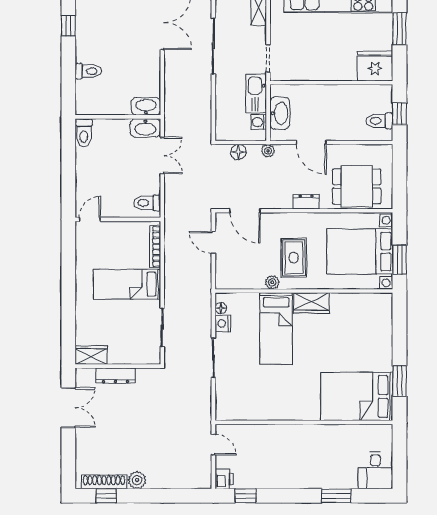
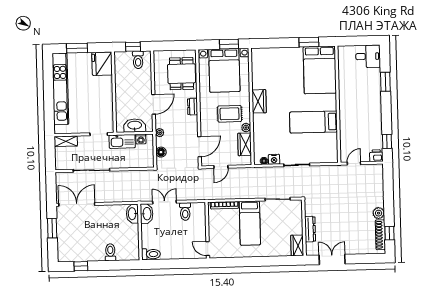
toilet: (147, 203) -> (185, 212), moved
wardrobe: (247, 279) -> (245, 144), added
bed: (276, 328) -> (314, 122), moved, turned 180

